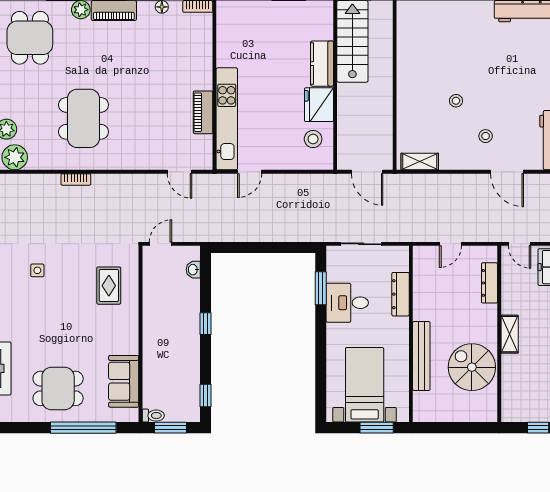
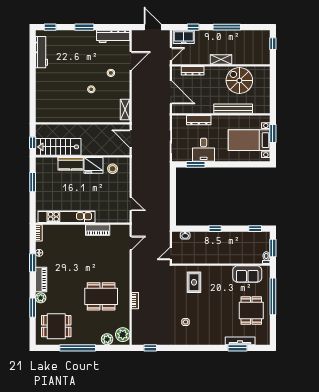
kitchen unit: (227, 119) -> (66, 217), moved
door: (367, 172) -> (131, 139), swing flipped
door: (161, 244) -> (171, 254), hinge flipped
door: (450, 244) -> (171, 92), width x1.87
rug: (109, 286) -> (194, 282), turned 90
spiral stairs: (472, 367) -> (239, 80), turned 90

